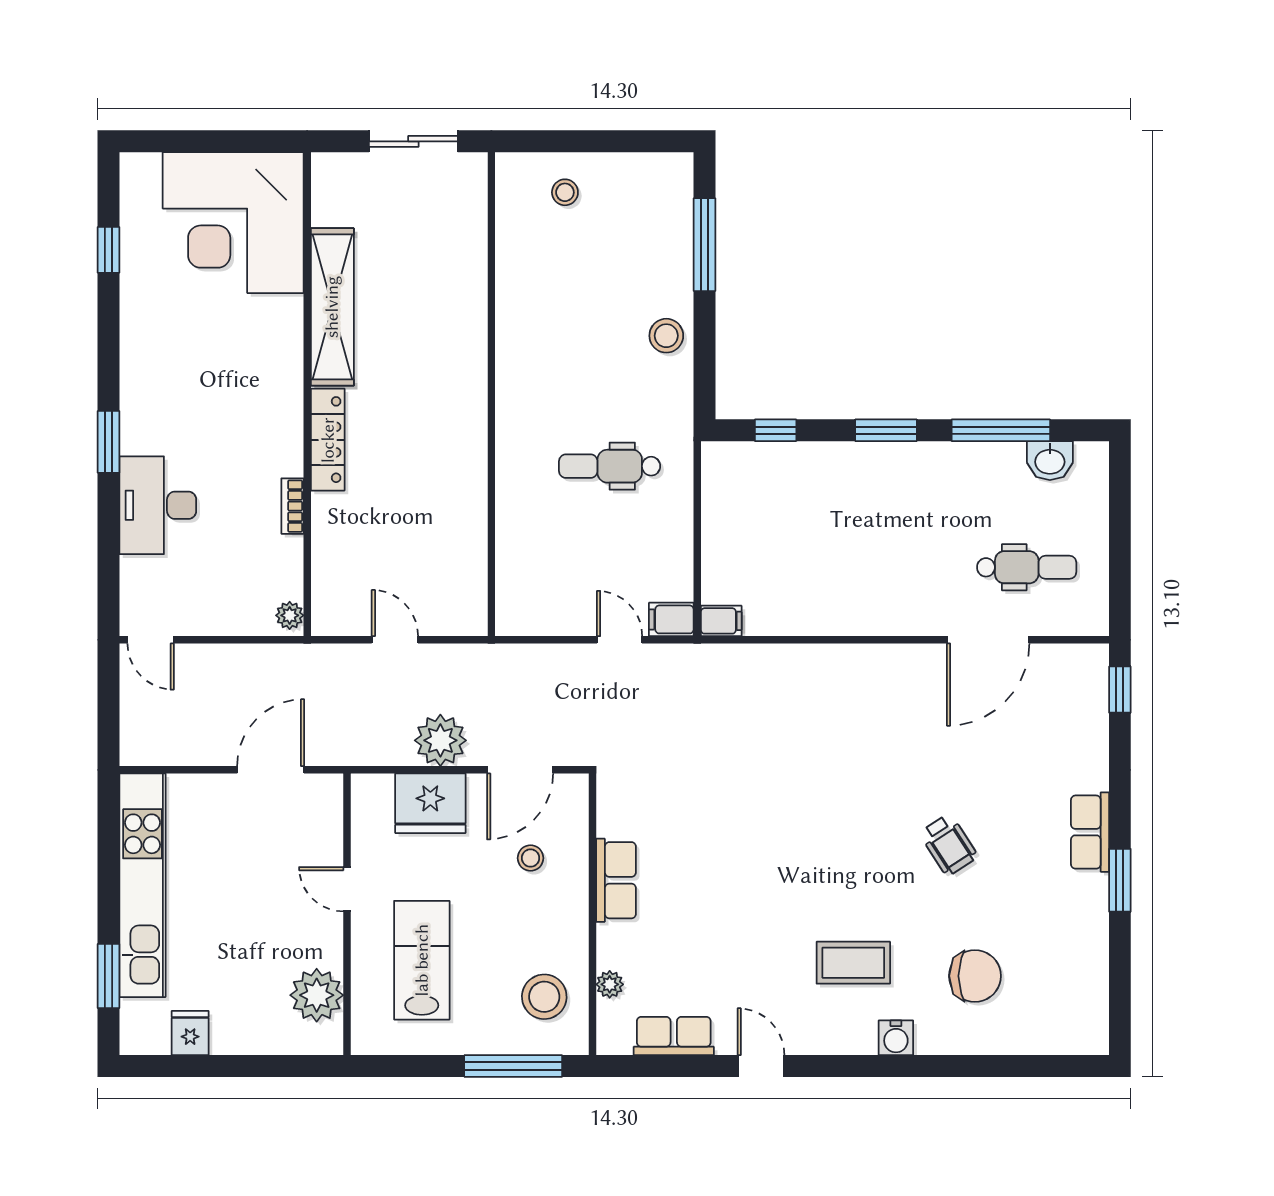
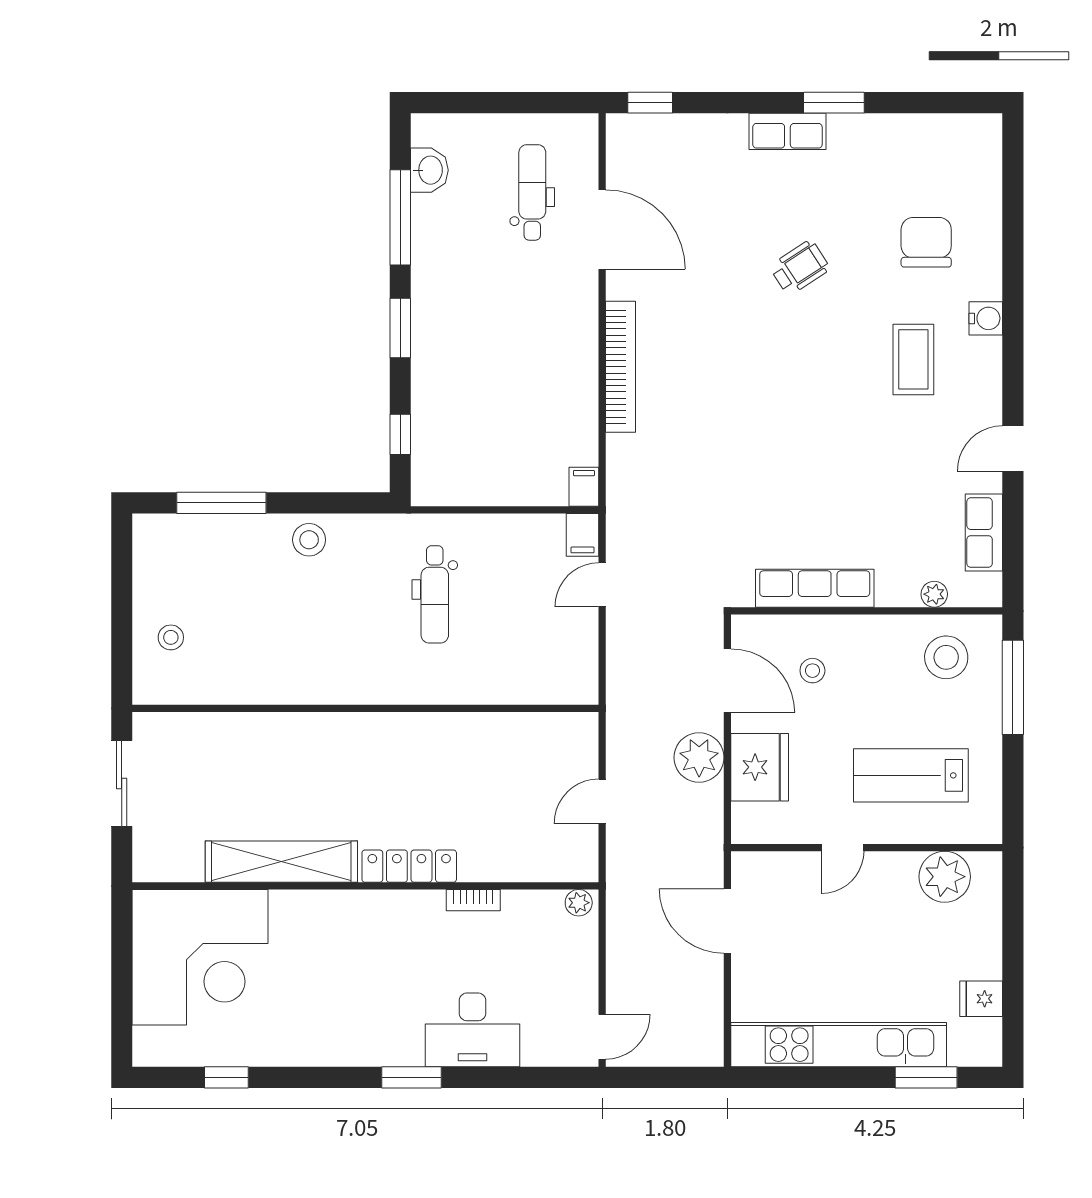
bookcase: (846, 659) -> (620, 367), added
row of seats: (616, 880) -> (815, 588), width x1.48

